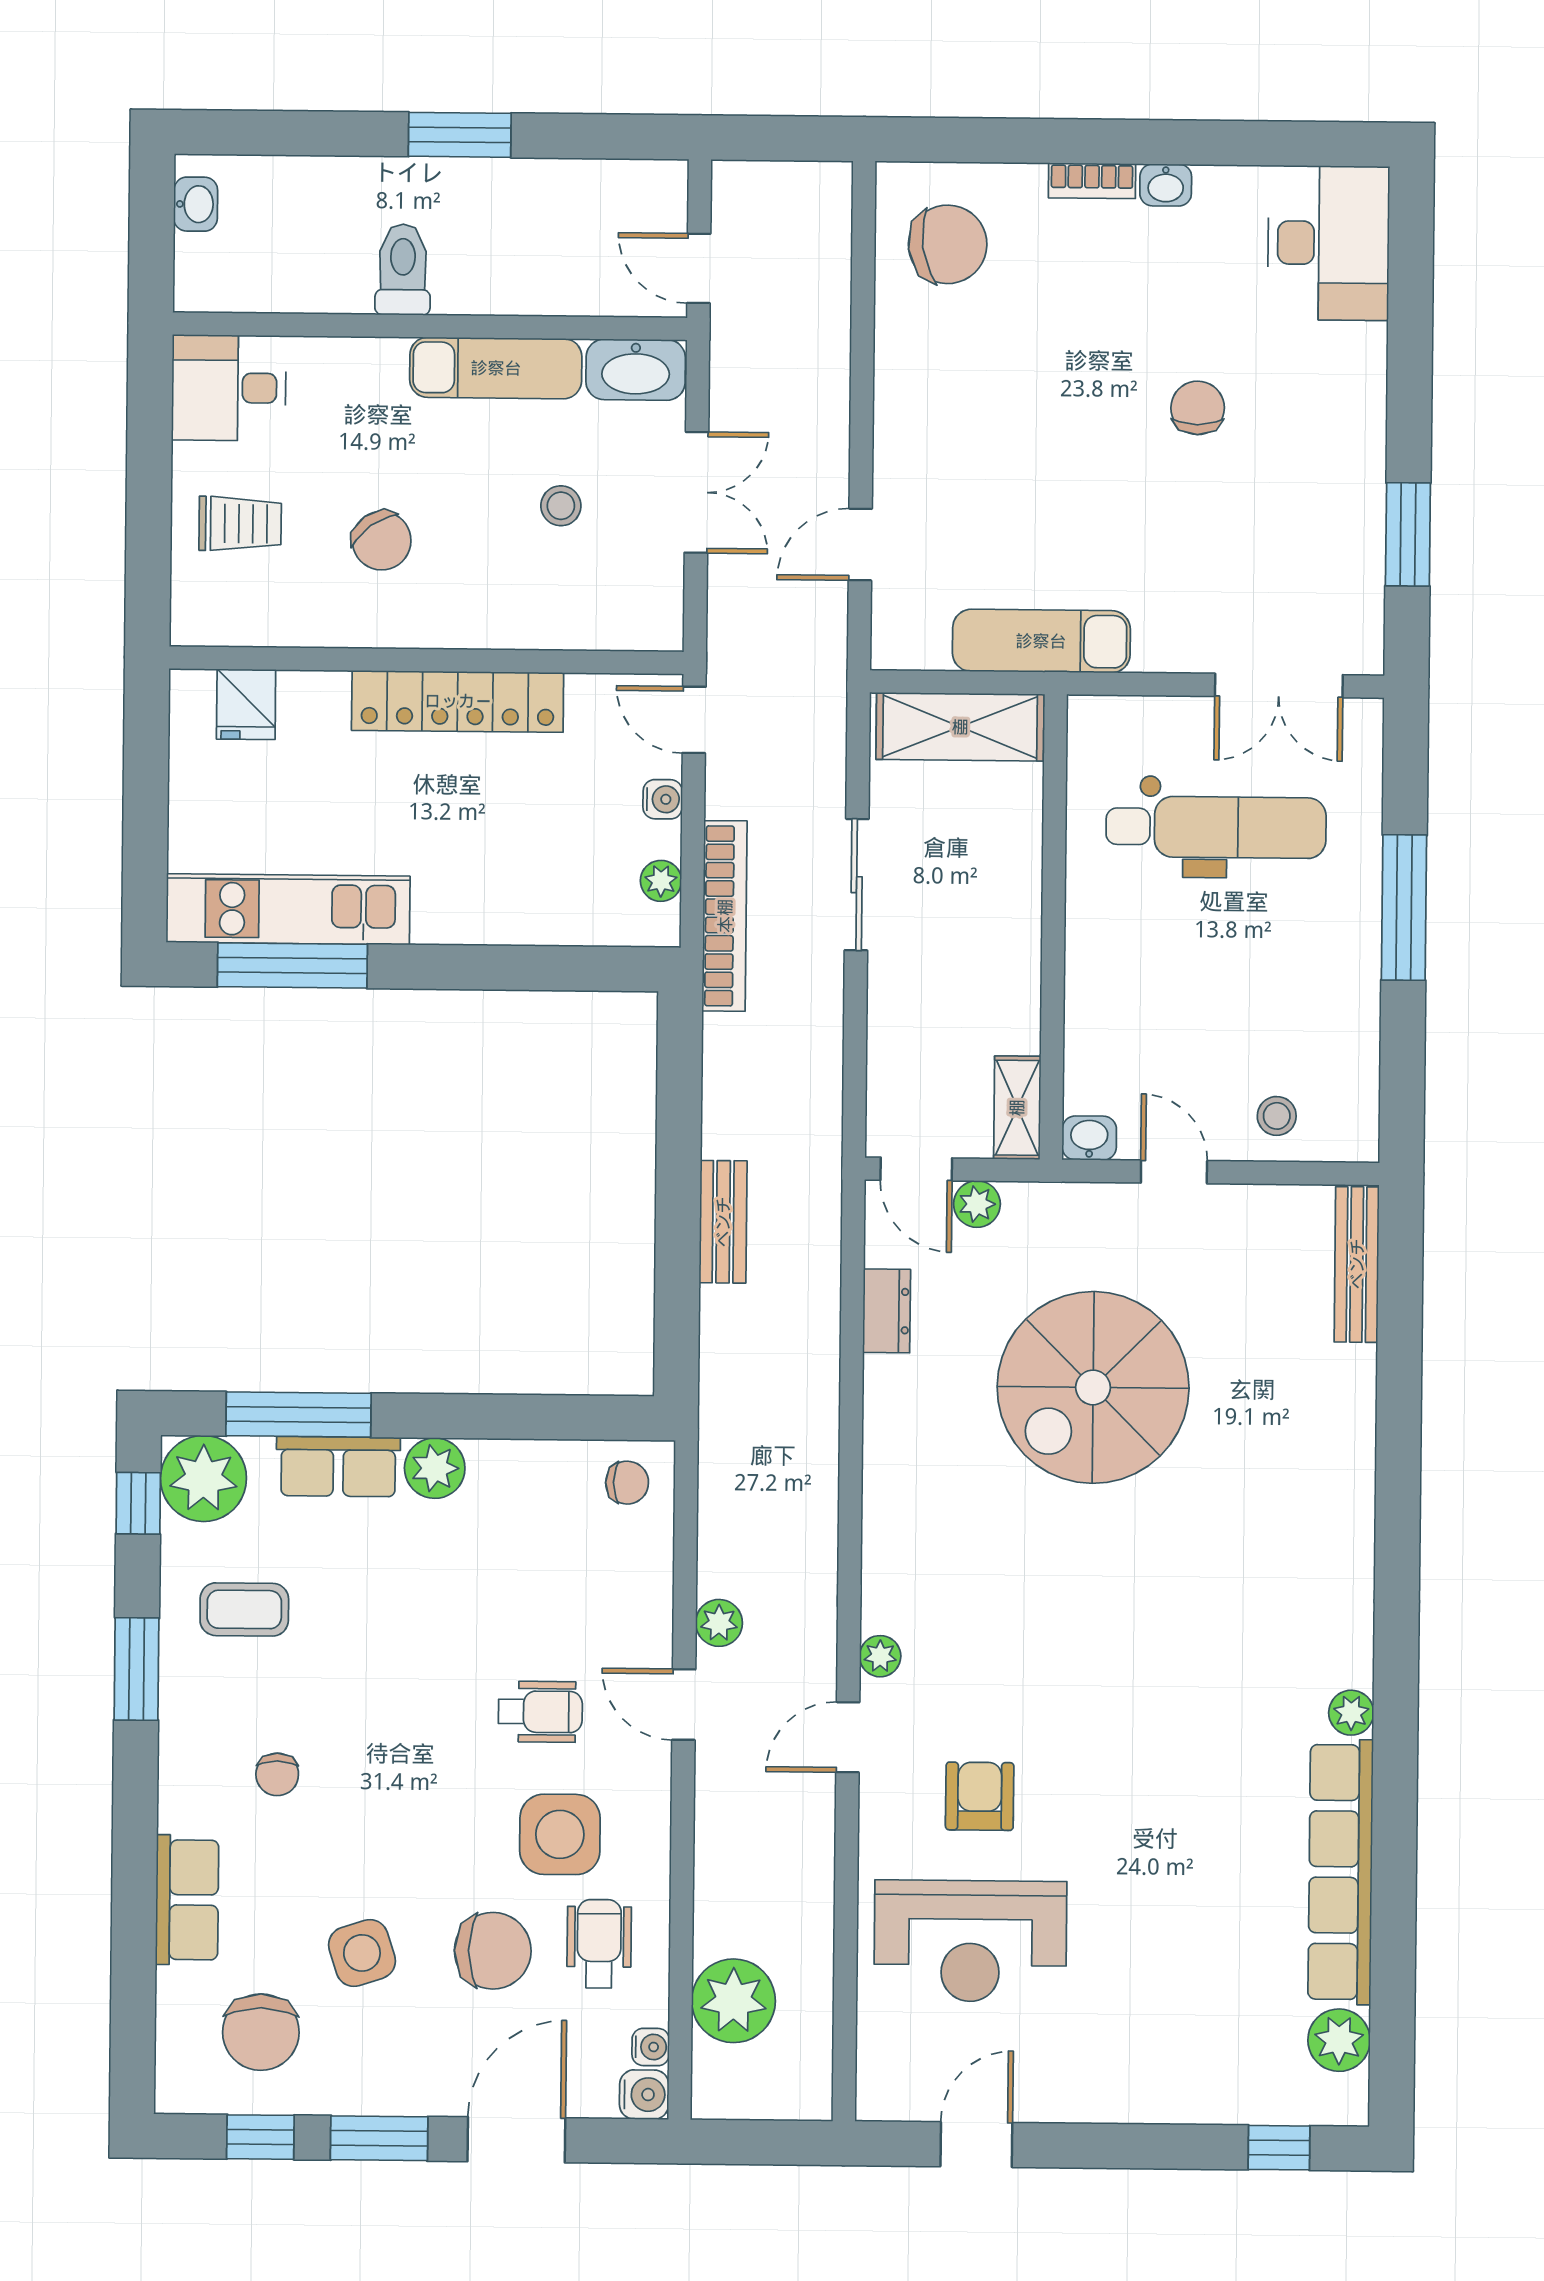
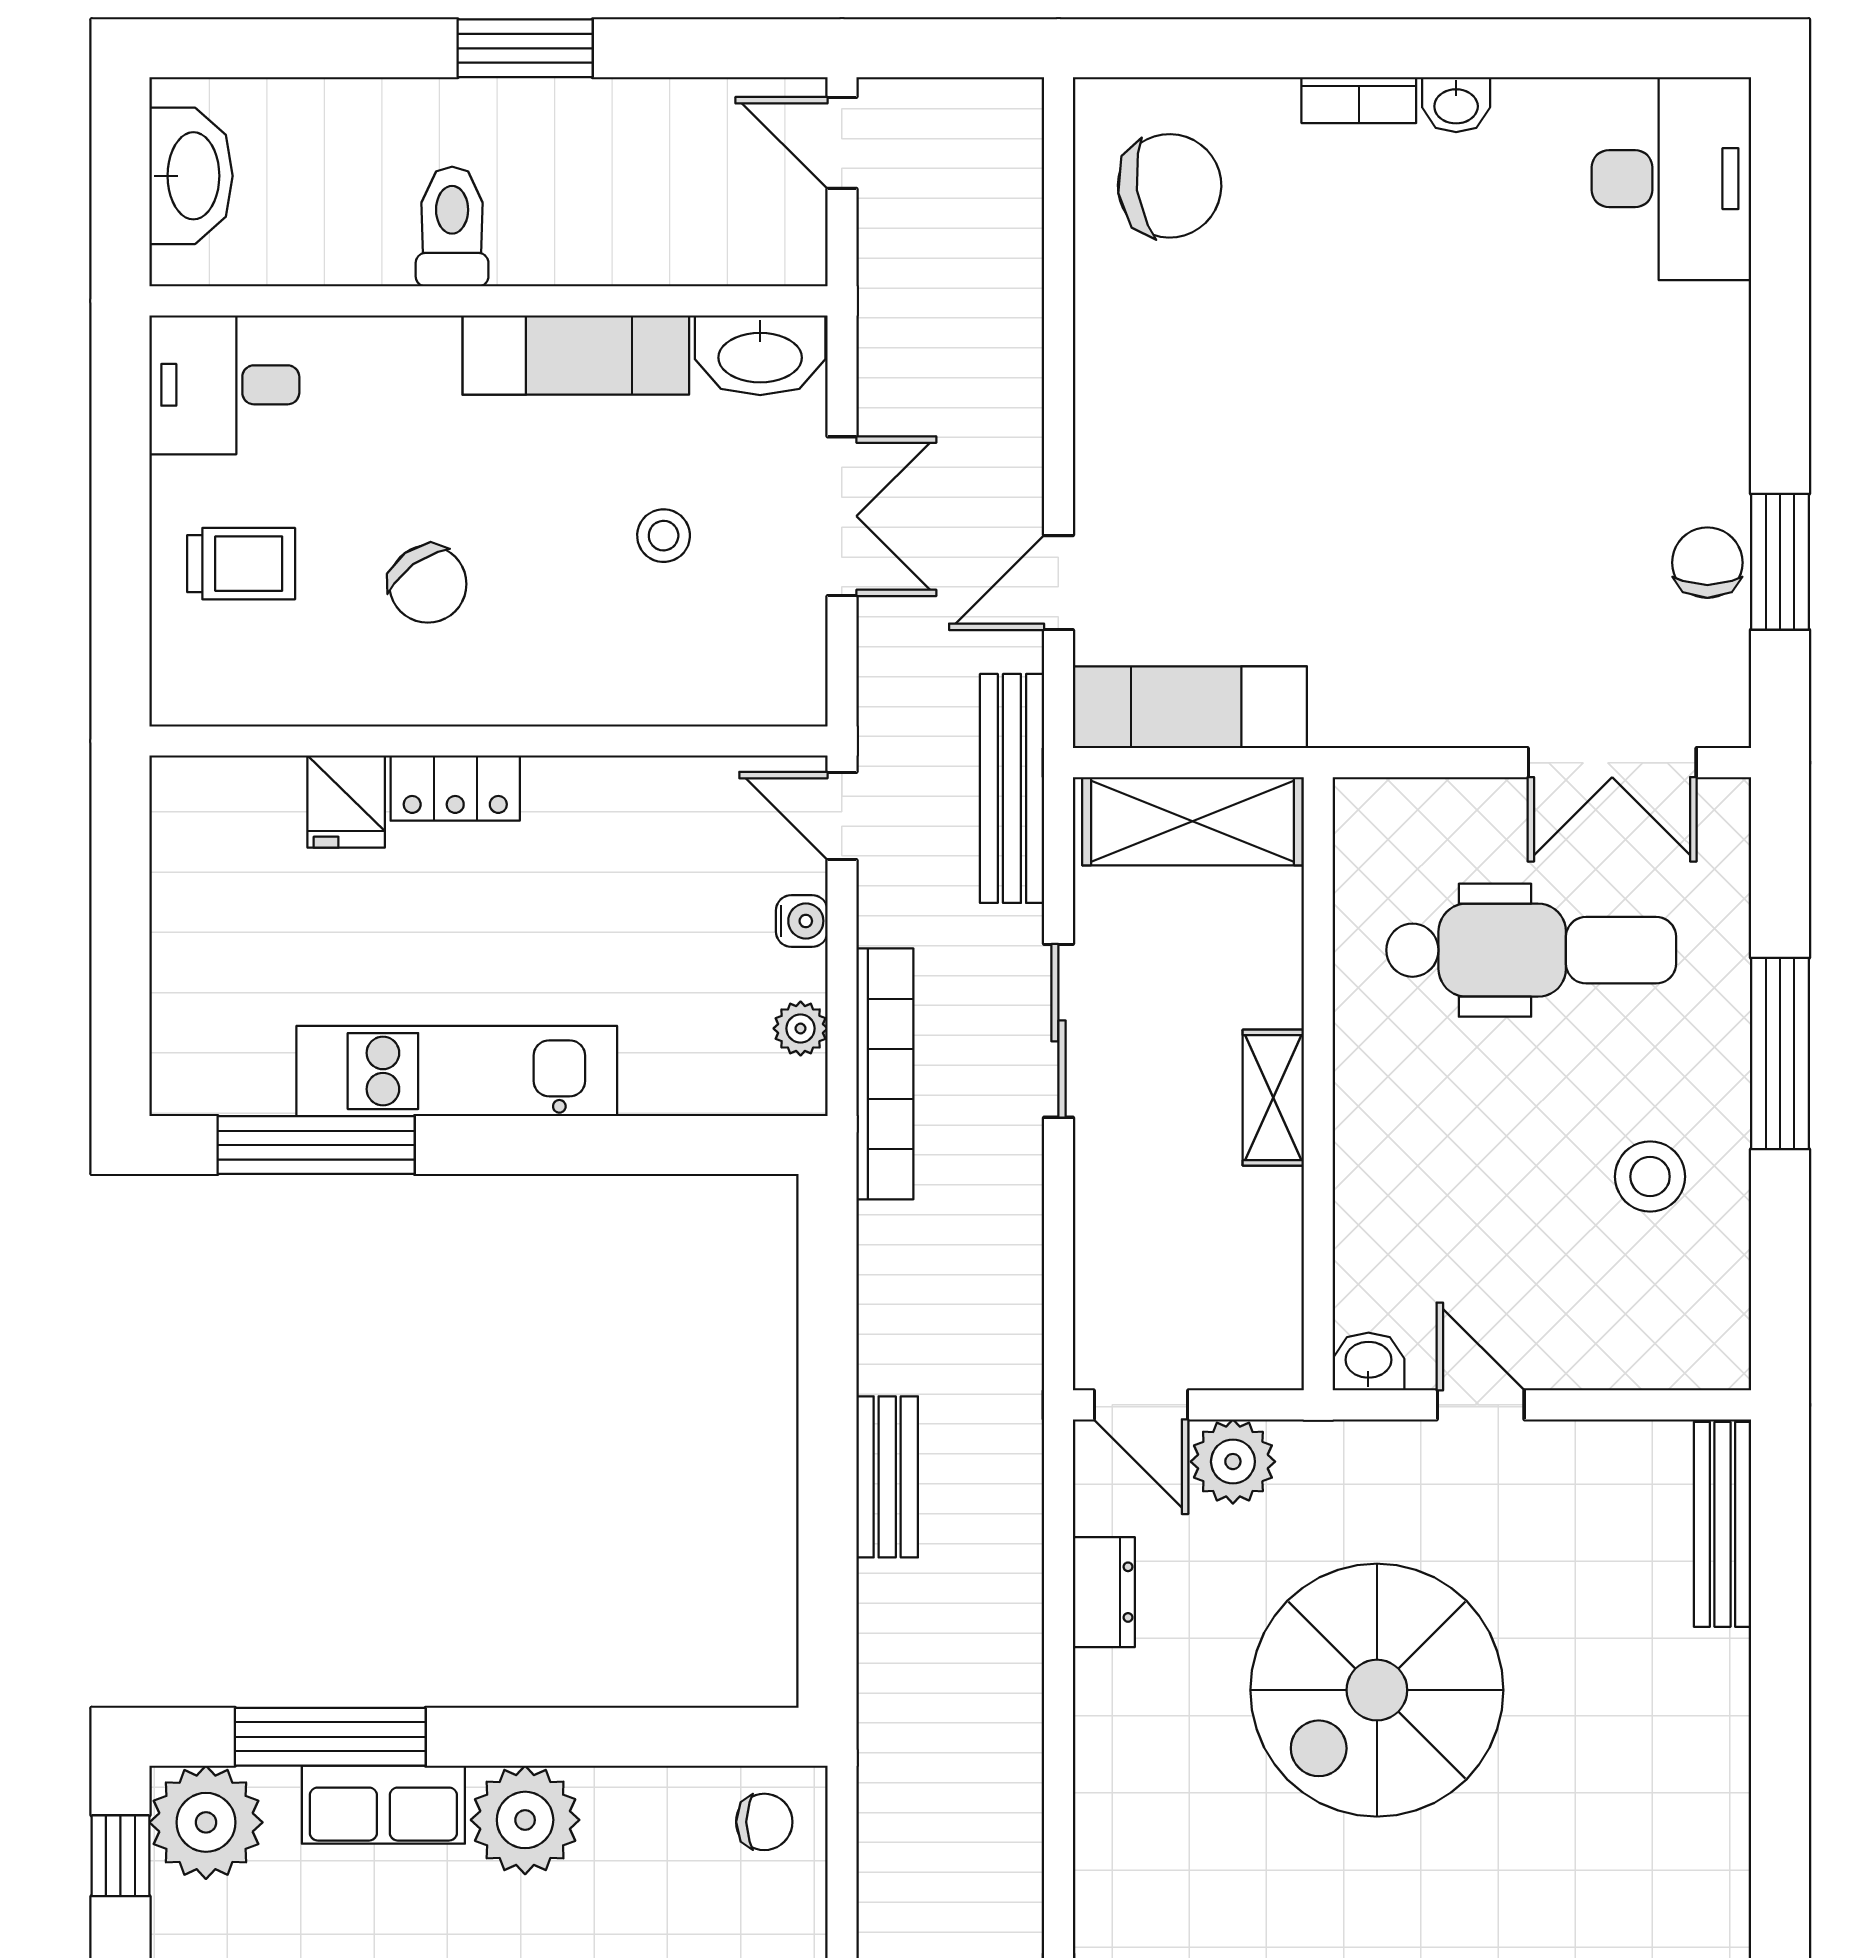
washbasin: (196, 204) -> (191, 176), width x1.91, depth x1.45
door: (699, 268) -> (842, 143), moved
chair: (1198, 408) -> (1707, 563), moved
exam couch: (1041, 641) -> (1190, 707), moved
bench: (823, 700) -> (1012, 788), added
locker: (458, 701) -> (455, 788), width x0.46, depth x0.83
fridge: (246, 704) -> (346, 802), moved
kitchen unit: (288, 909) -> (457, 1071), moved
shelving: (1017, 1108) -> (1273, 1098), moved
stool: (1277, 1116) -> (1650, 1177), moved, width x1.37, depth x1.37
plant: (977, 1204) -> (1233, 1462), width x1.38, depth x1.38
plant: (435, 1468) -> (525, 1820), width x1.36, depth x1.36

